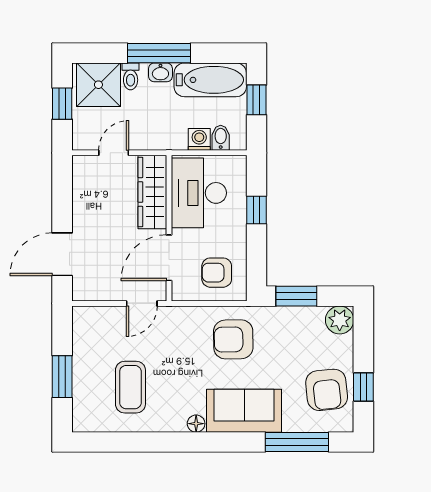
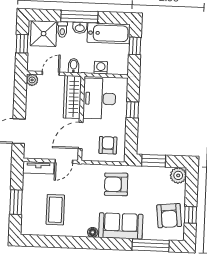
bidet: (221, 138) -> (74, 66), moved
plant: (82, 165) -> (32, 80), added
armchair: (217, 273) -> (108, 145), turned 90
tv unit: (98, 316) -> (38, 168), added

